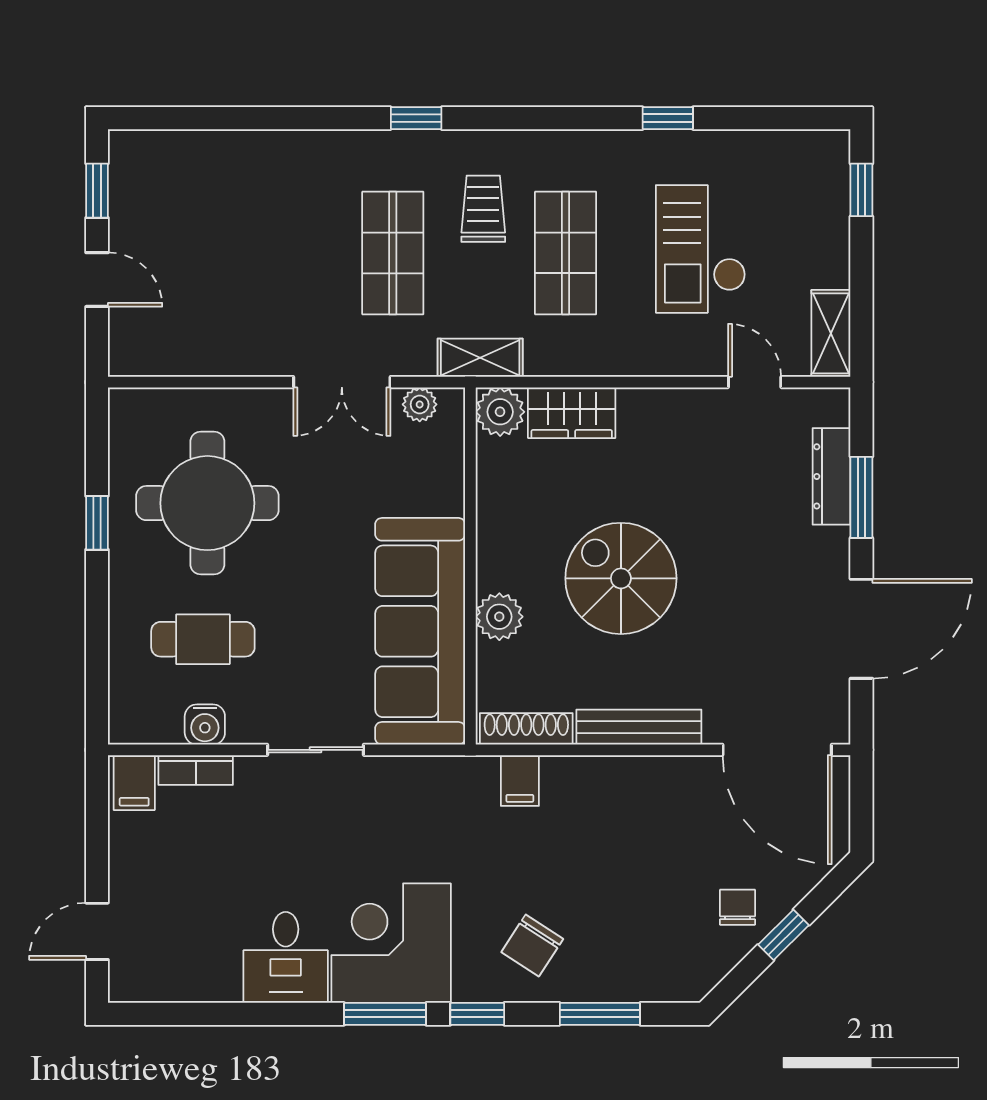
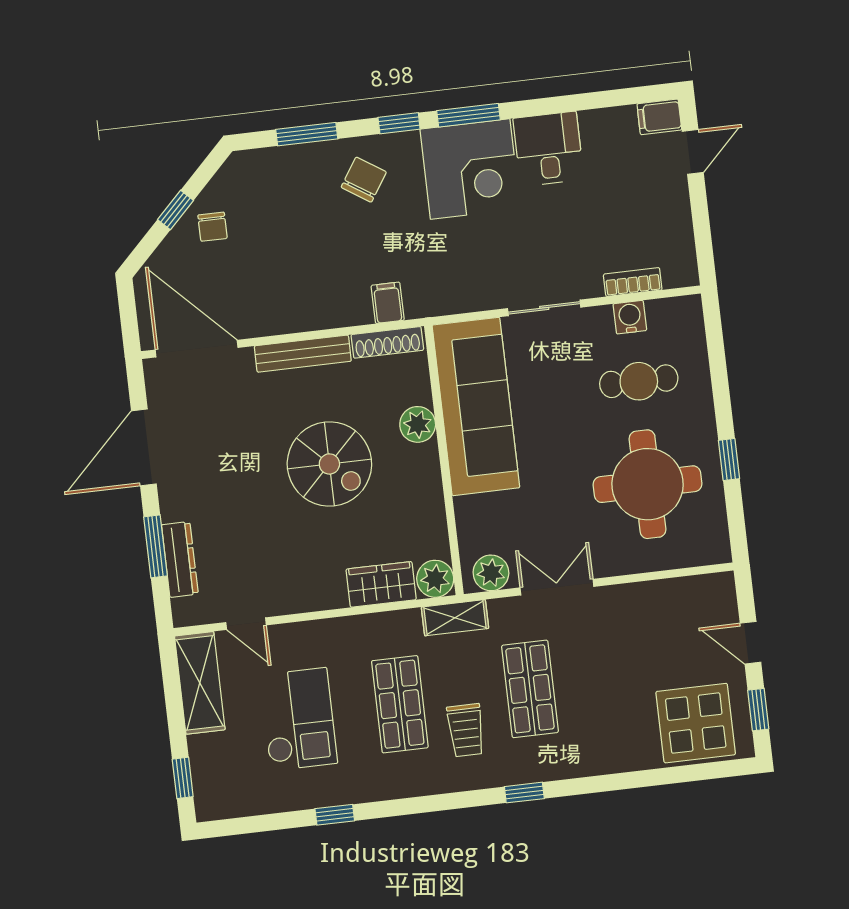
display table: (181, 183) -> (696, 723), added
shelving: (831, 333) -> (200, 683), width x1.50, depth x1.33
plant: (420, 404) -> (491, 573), width x1.38, depth x1.38
filing cabinet: (134, 783) -> (659, 117), moved, turned -90

